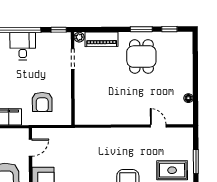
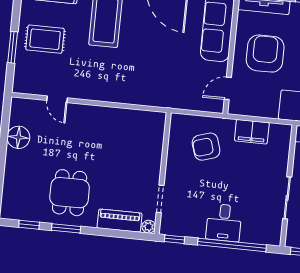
floor lamp: (188, 98) -> (18, 137), width x1.89, depth x1.89
armchair: (42, 102) -> (206, 147), turned -107

